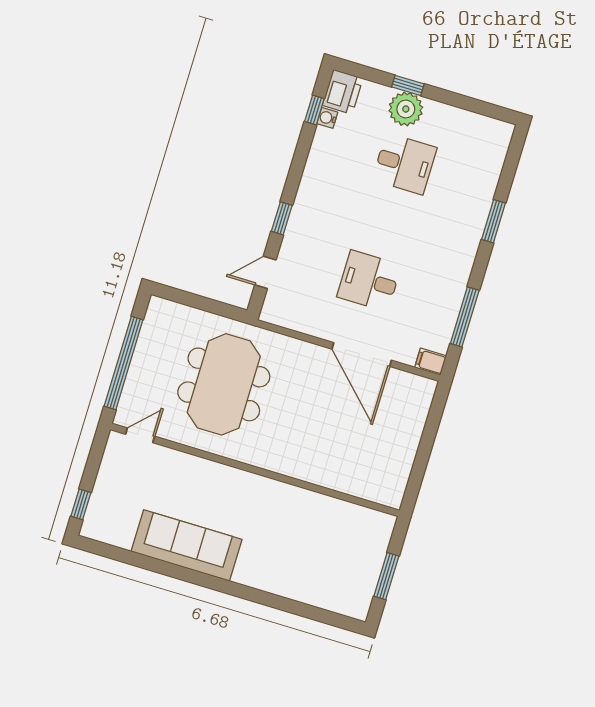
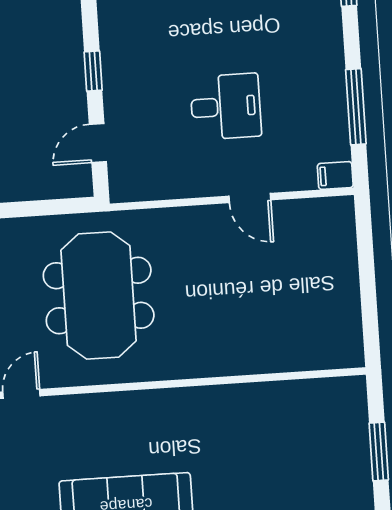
desk: (369, 281) -> (226, 107), turned 180
door: (362, 355) -> (250, 198), width x0.53

